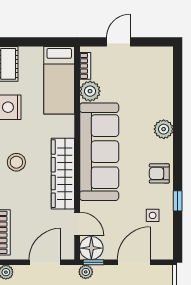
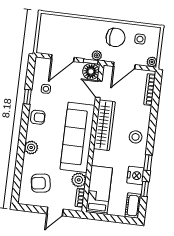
armchair: (144, 80) -> (41, 183), added

